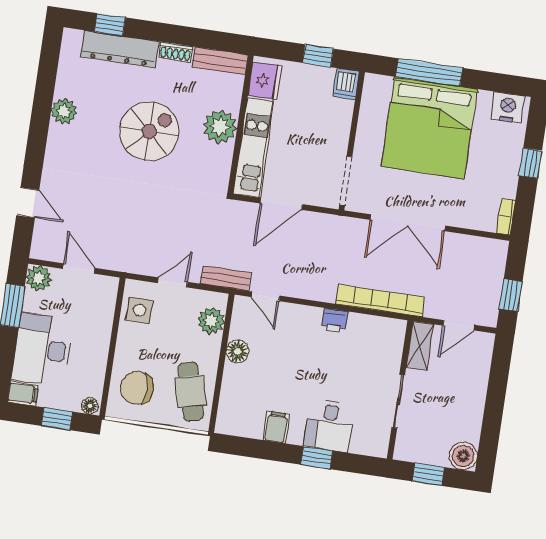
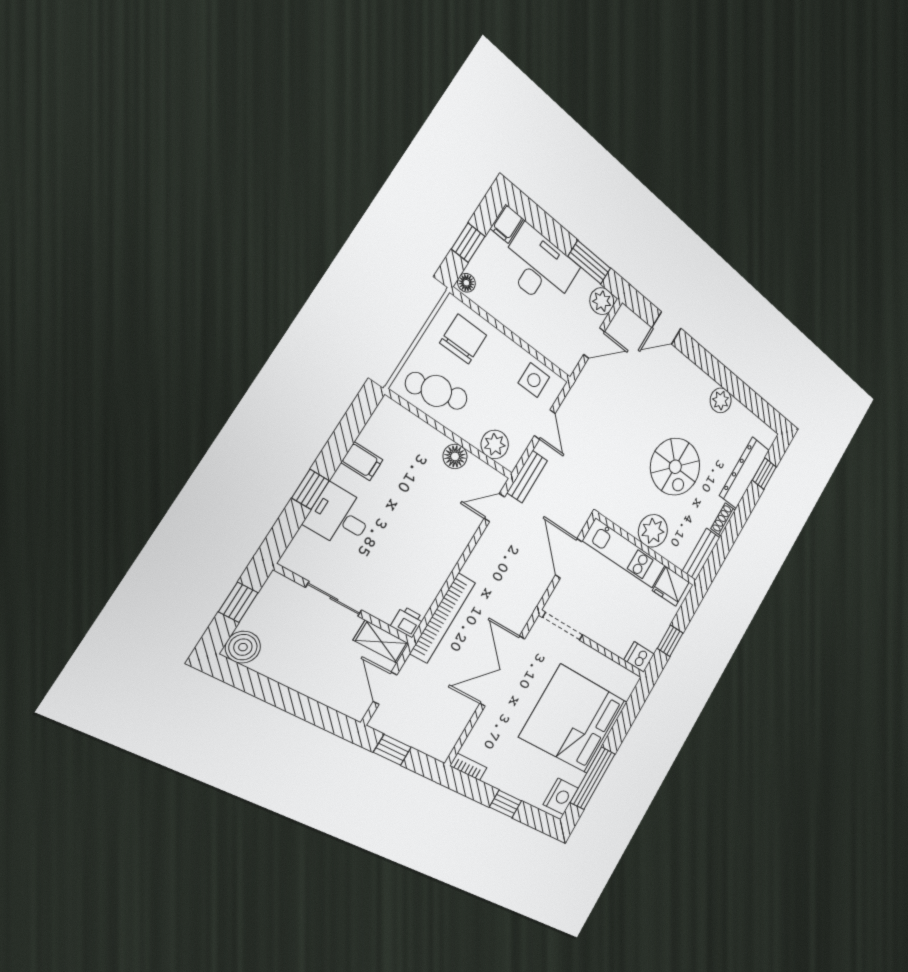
window: (429, 72) -> (593, 778), moved
printer: (335, 321) -> (407, 622), moved, turned 90

